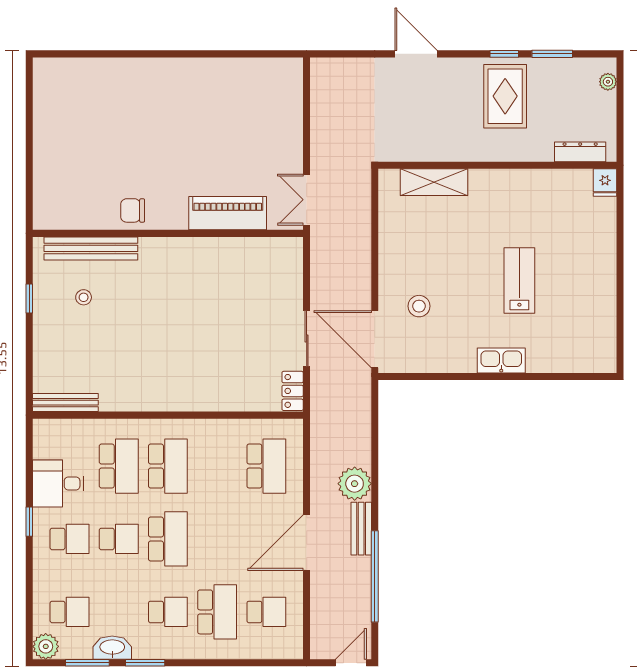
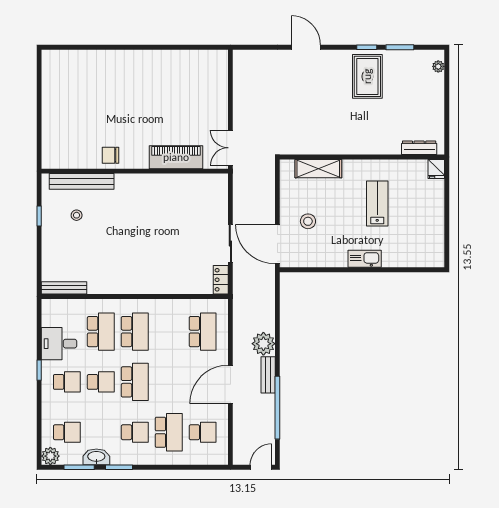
dresser: (580, 152) -> (419, 148), moved
wall: (497, 165) -> (362, 157), moved
shelving: (434, 182) -> (318, 169), moved
fridge: (605, 183) -> (436, 169), moved

